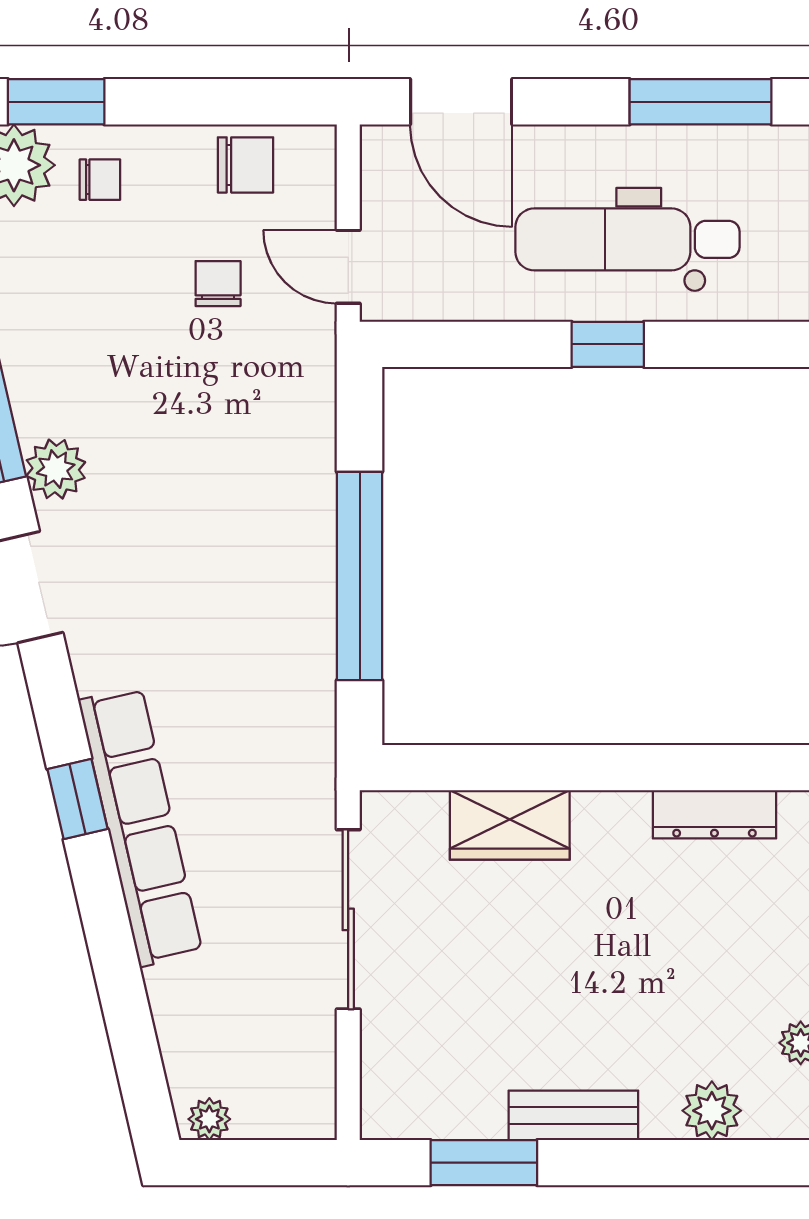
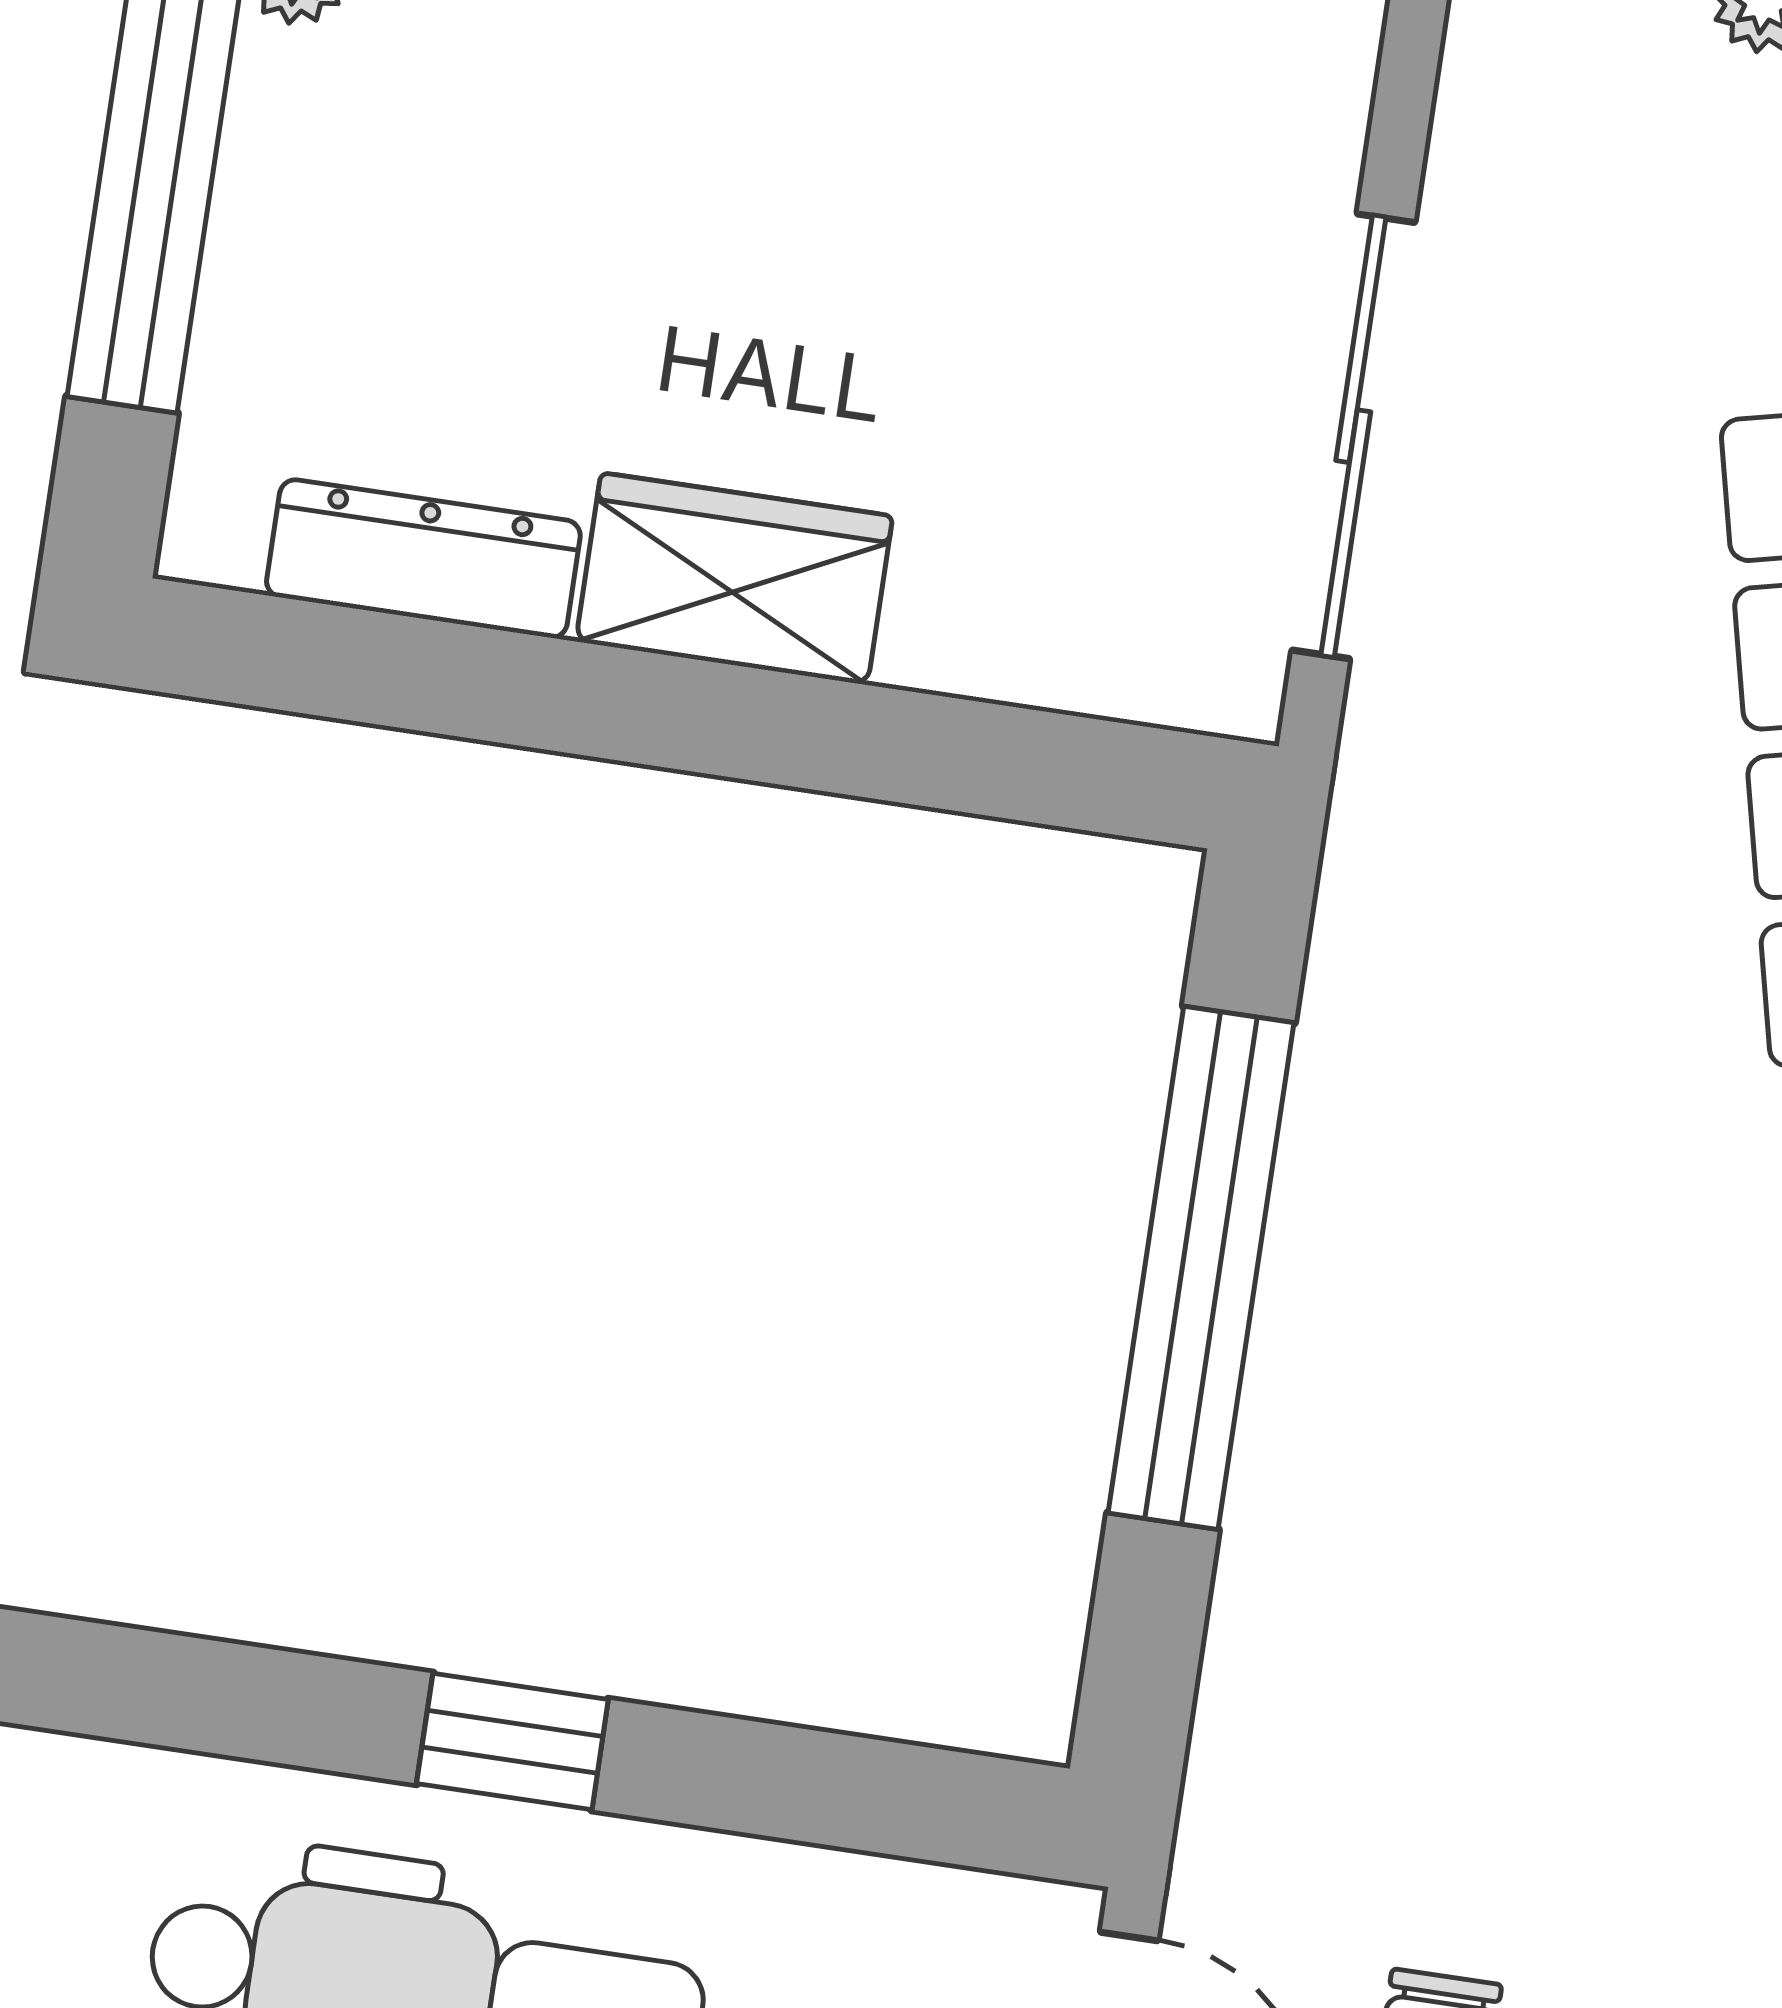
wardrobe: (510, 825) -> (734, 579), moved

